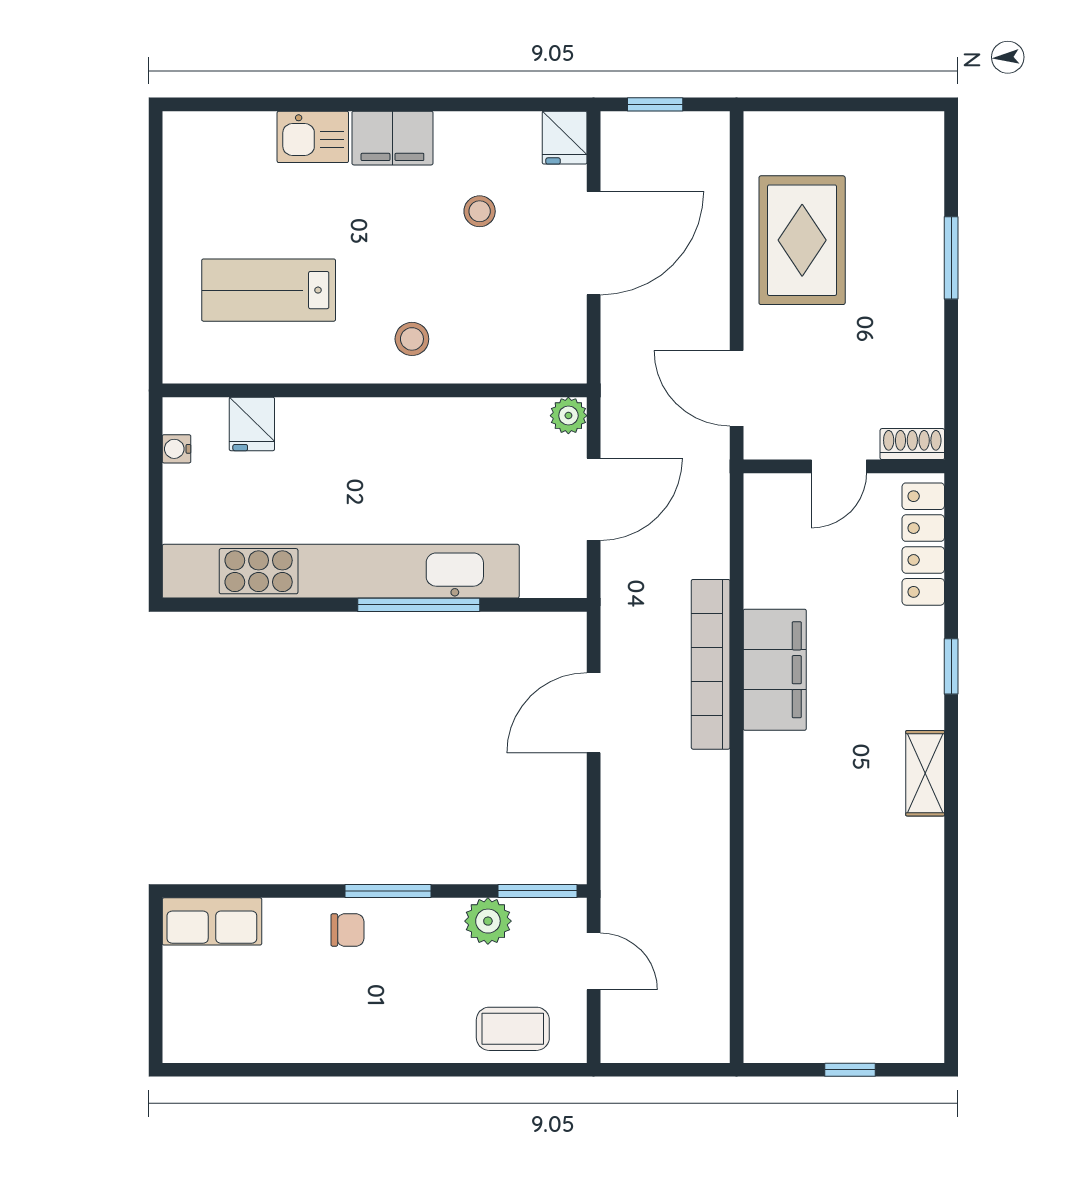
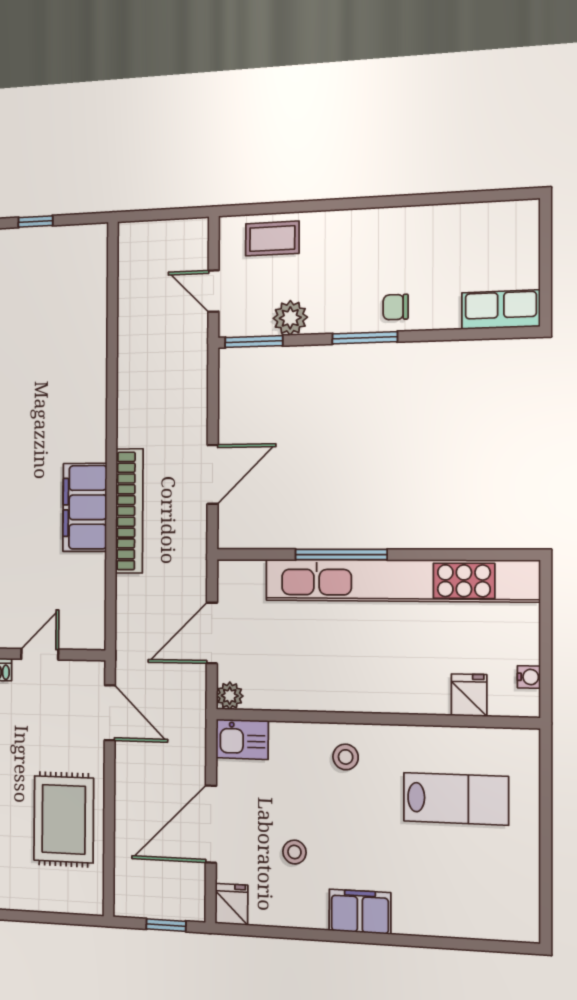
kitchen sink: (313, 137) -> (242, 739), moved, turned 180

